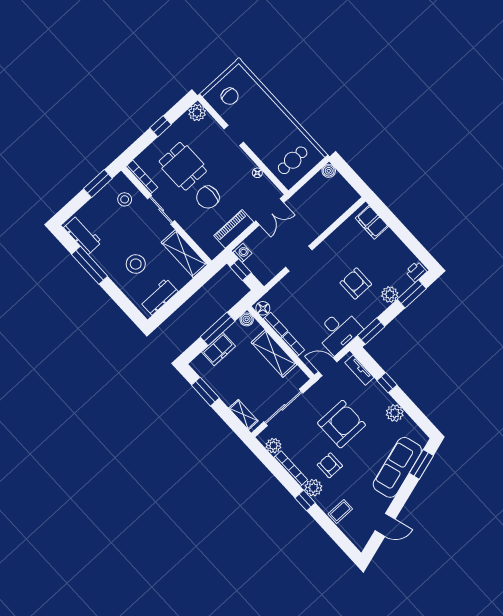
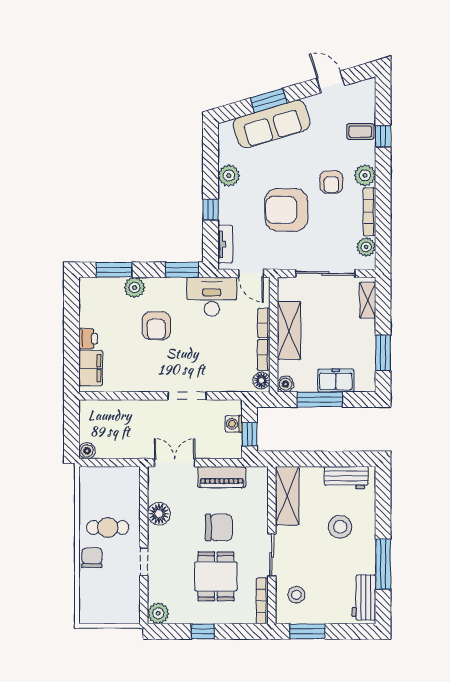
chair: (230, 96) -> (92, 558), moved
cafe table: (293, 160) -> (108, 528), moved
floor lamp: (257, 173) -> (159, 514), width x1.89, depth x1.89
washing machine: (243, 253) -> (234, 424), moved
printer: (416, 272) -> (88, 339), moved, turned -90
window: (421, 464) -> (269, 100), moved
window: (305, 500) -> (383, 136), moved

